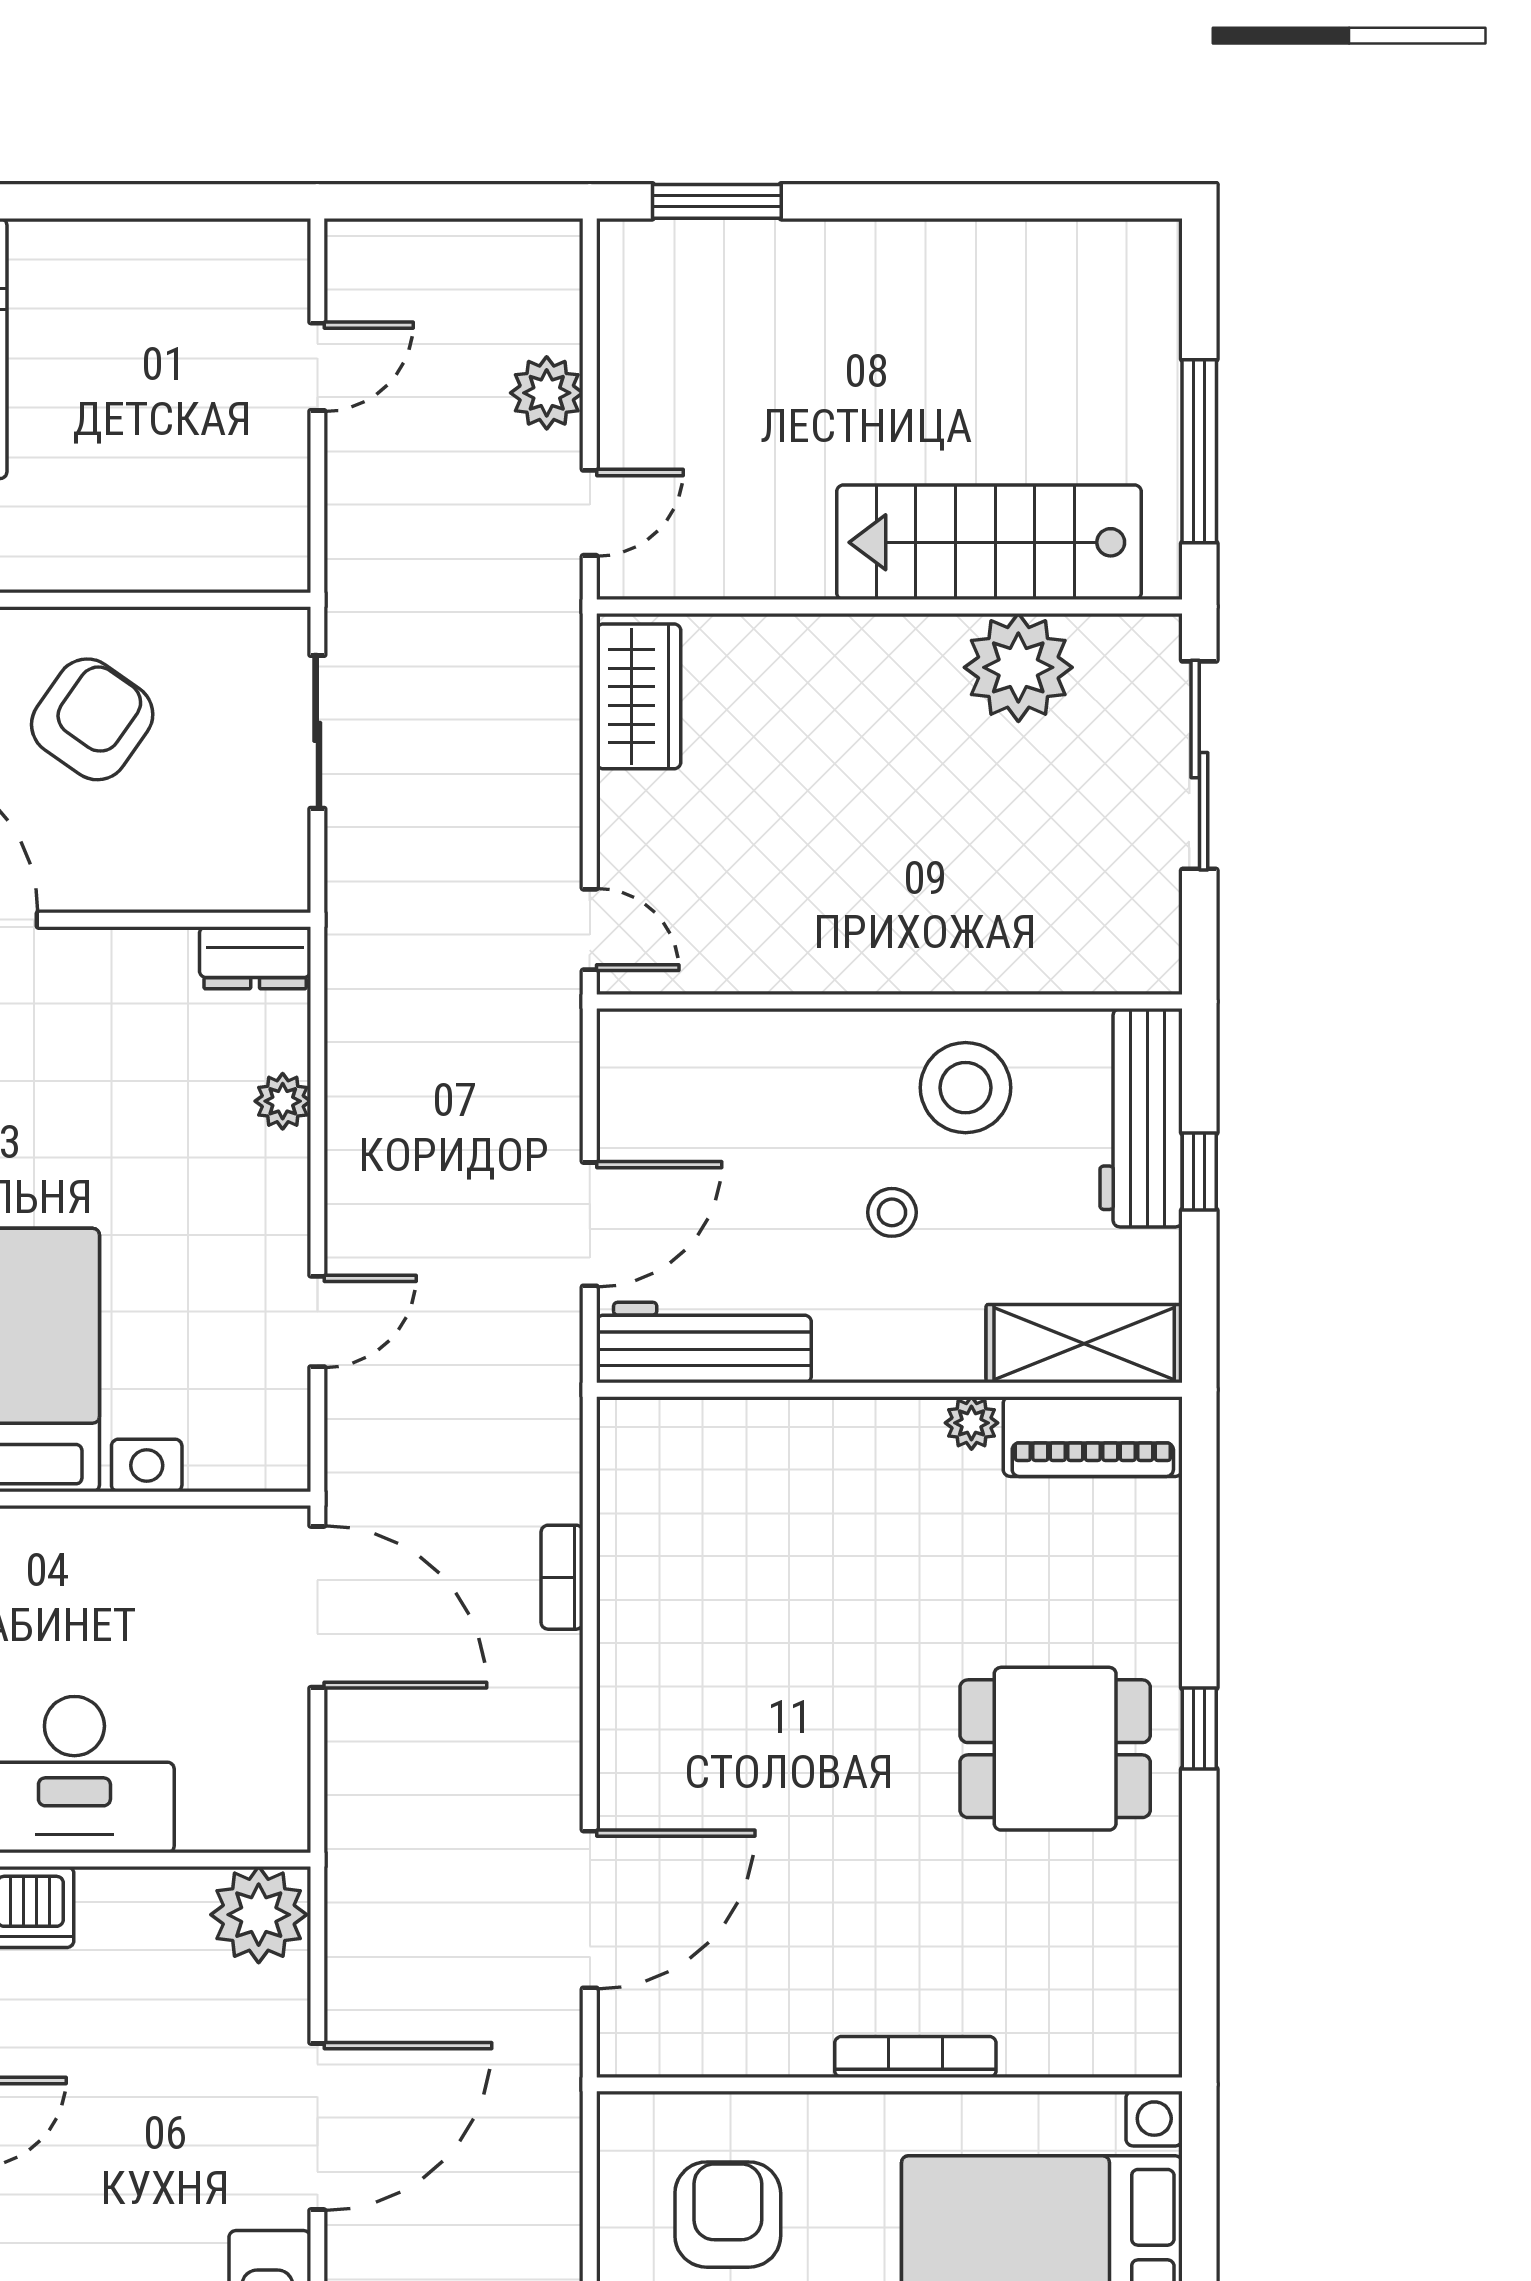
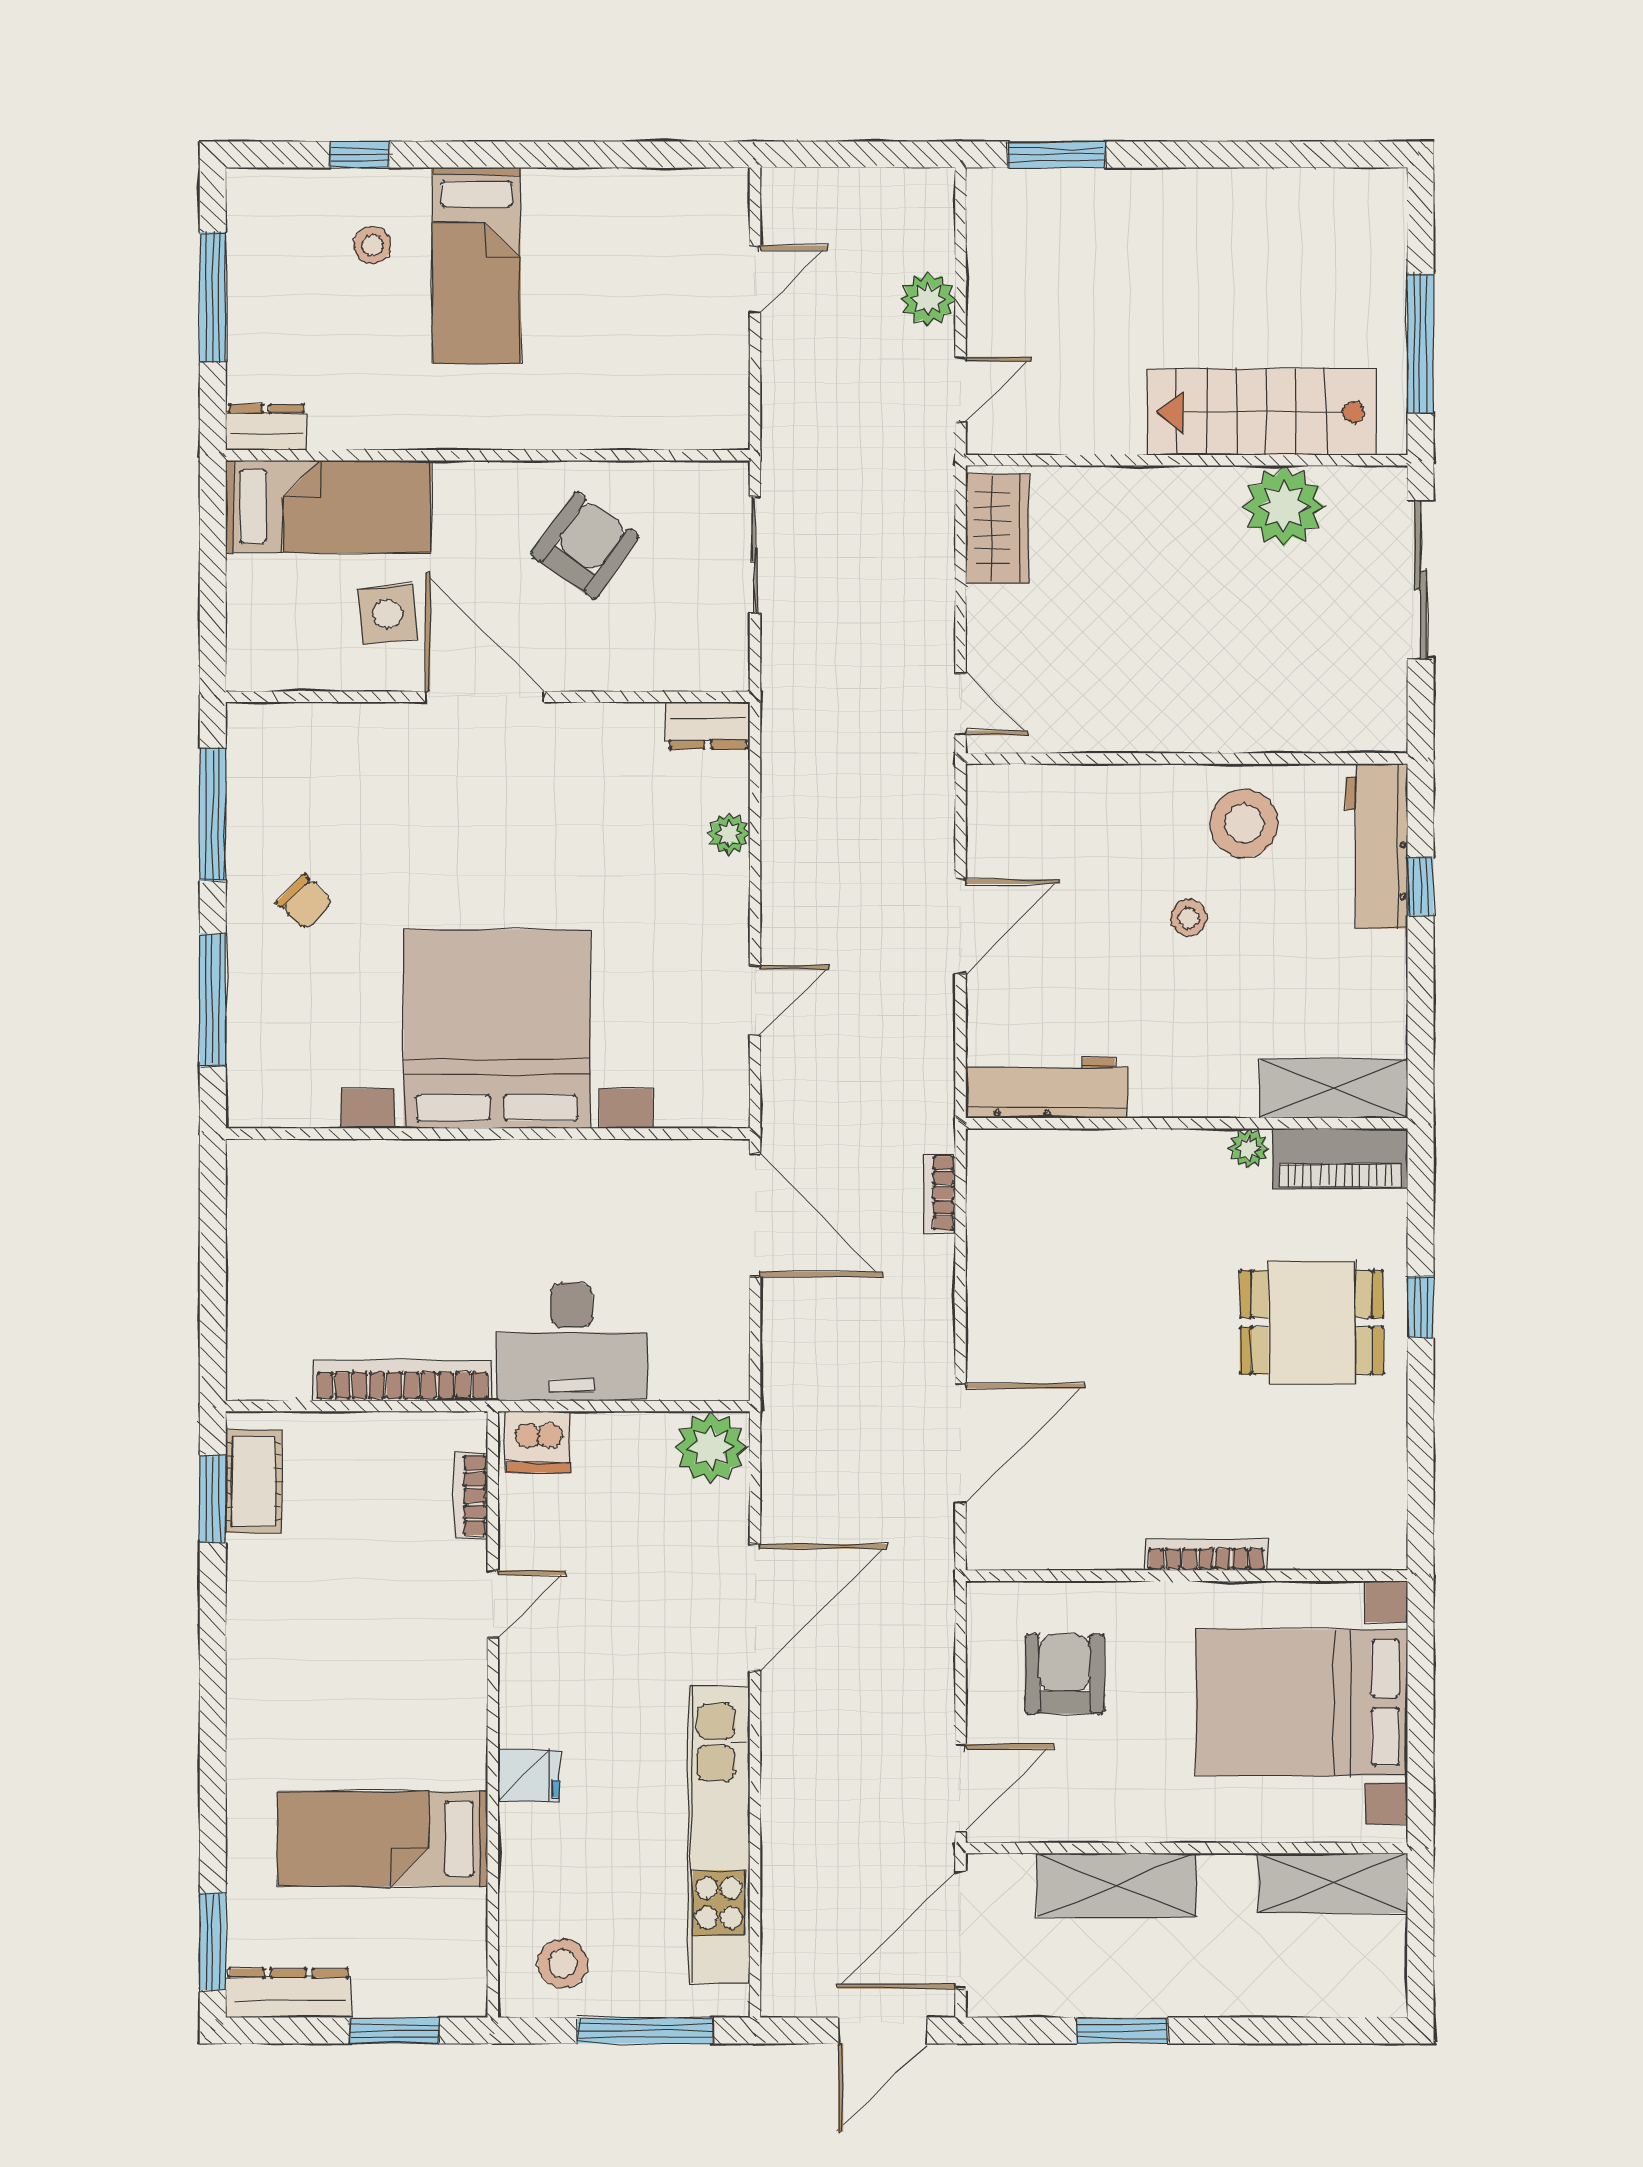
workbench: (704, 1343) -> (1047, 1088), moved
shelving: (1084, 1344) -> (1334, 1089), moved
wall: (889, 1390) -> (1187, 1123), moved
plant: (971, 1423) -> (1249, 1148), moved
piano: (1093, 1437) -> (1340, 1159), moved

